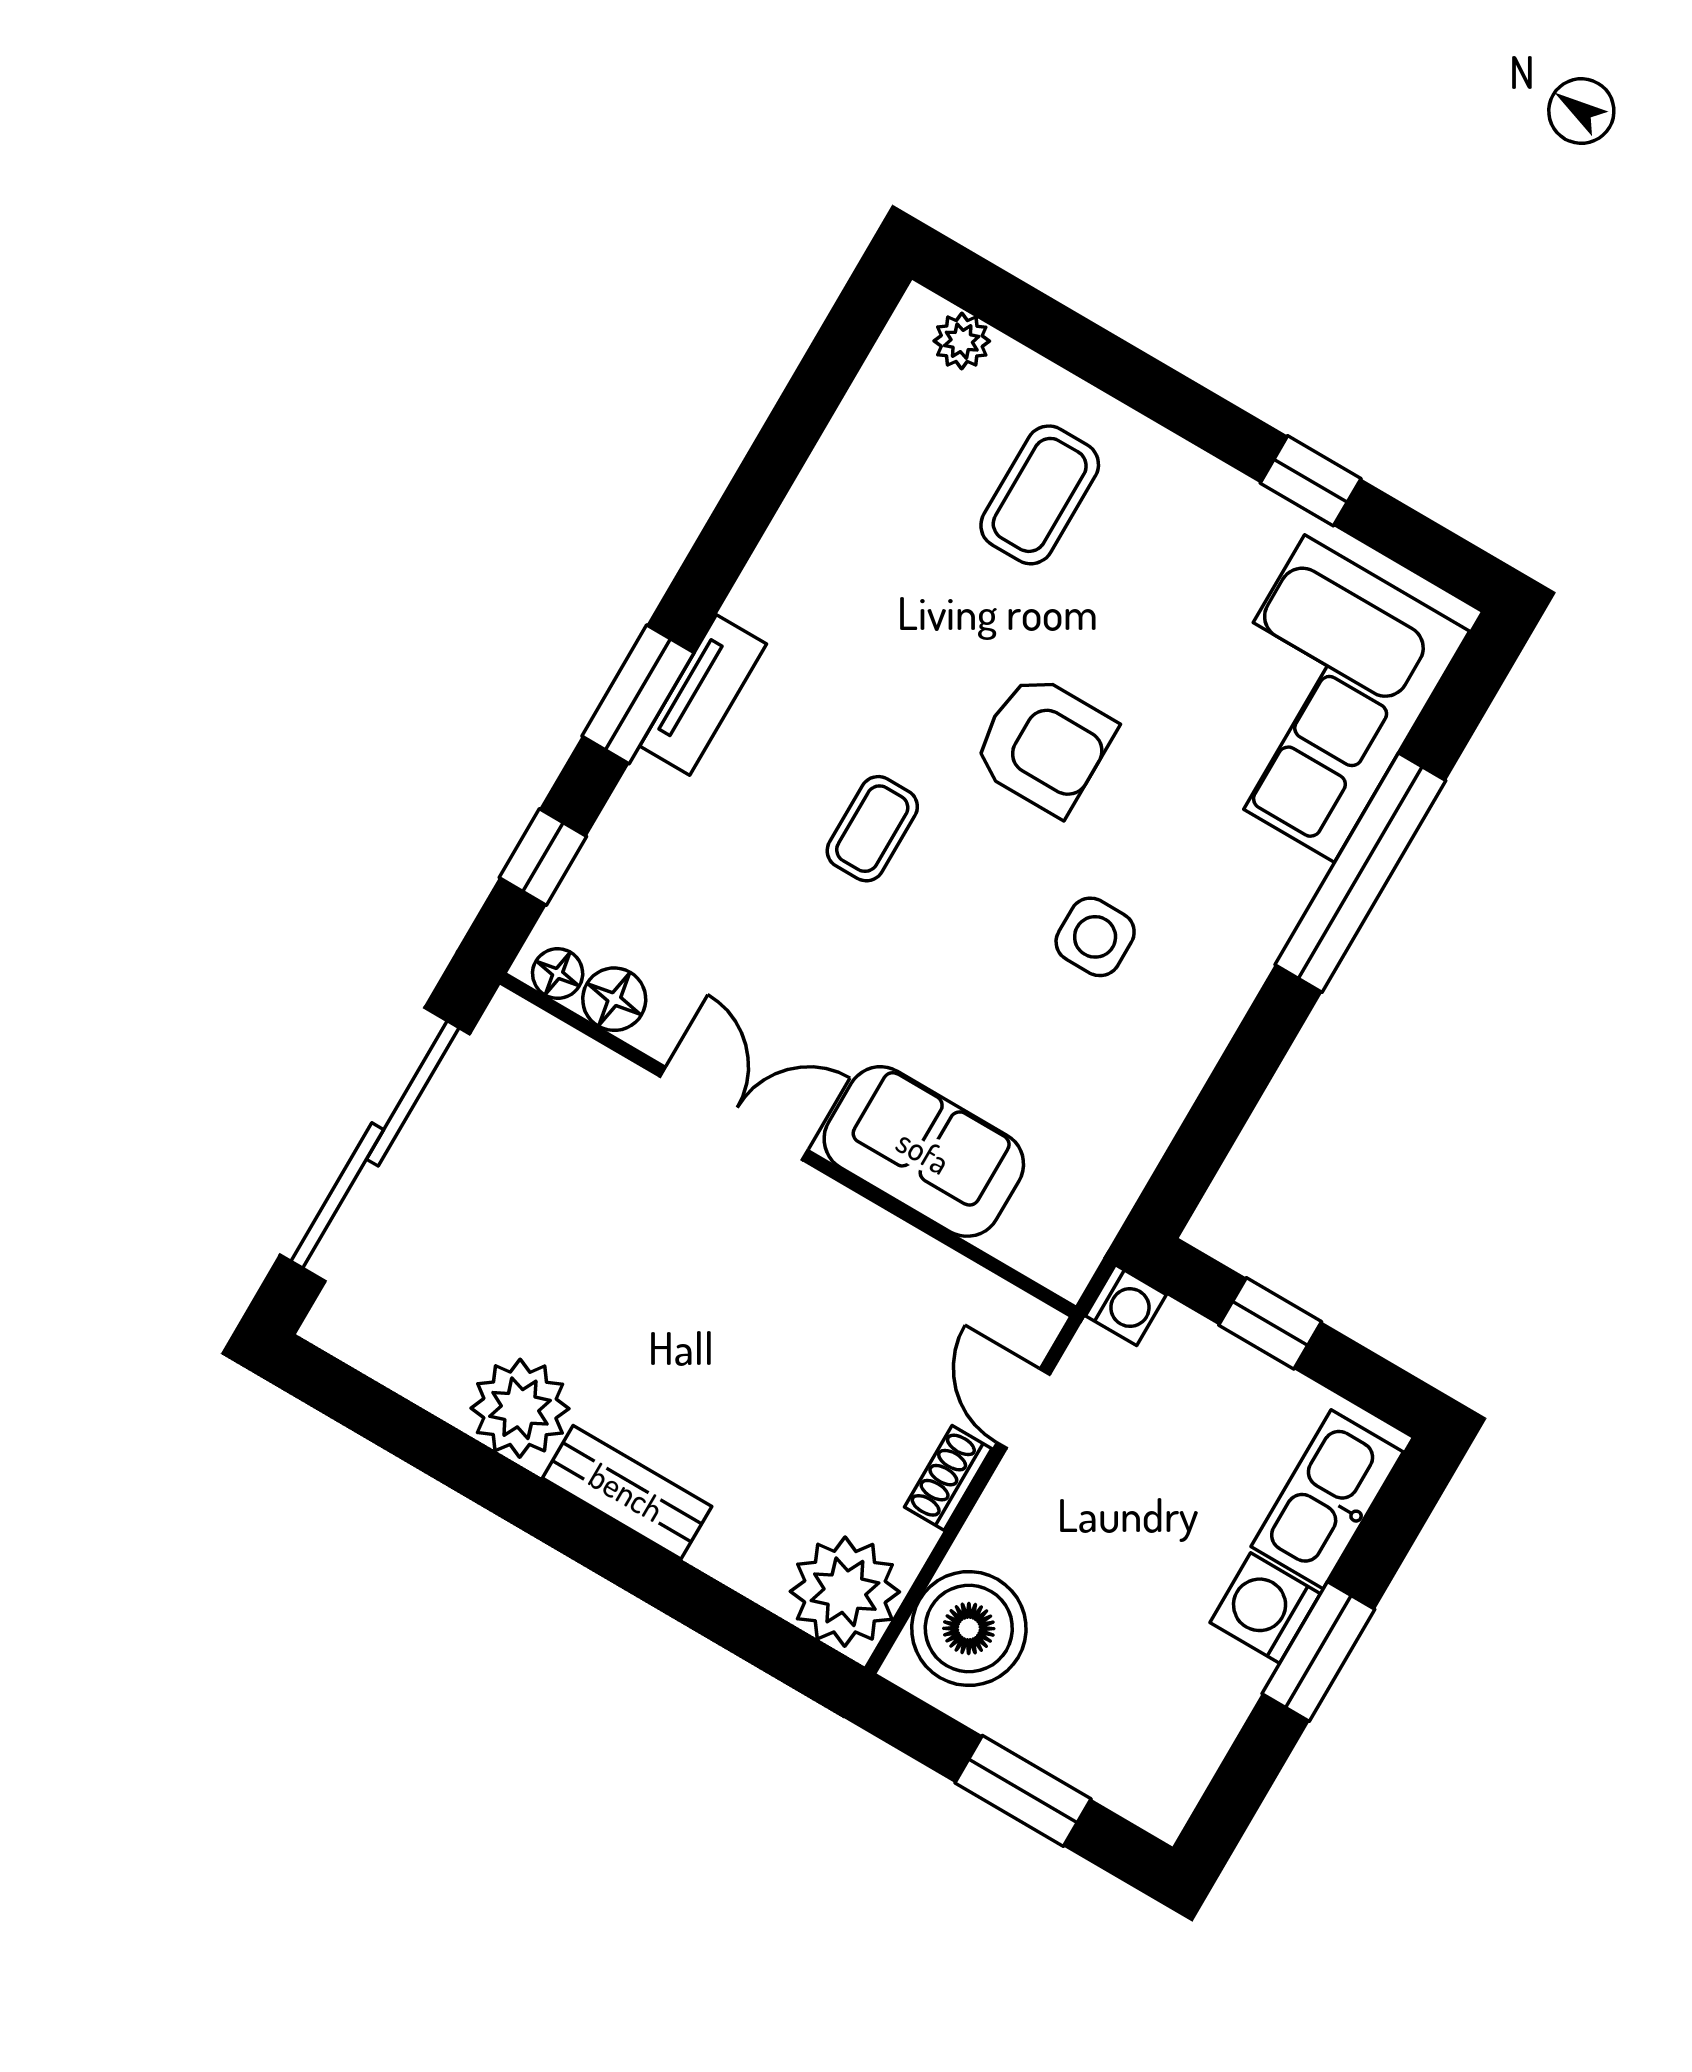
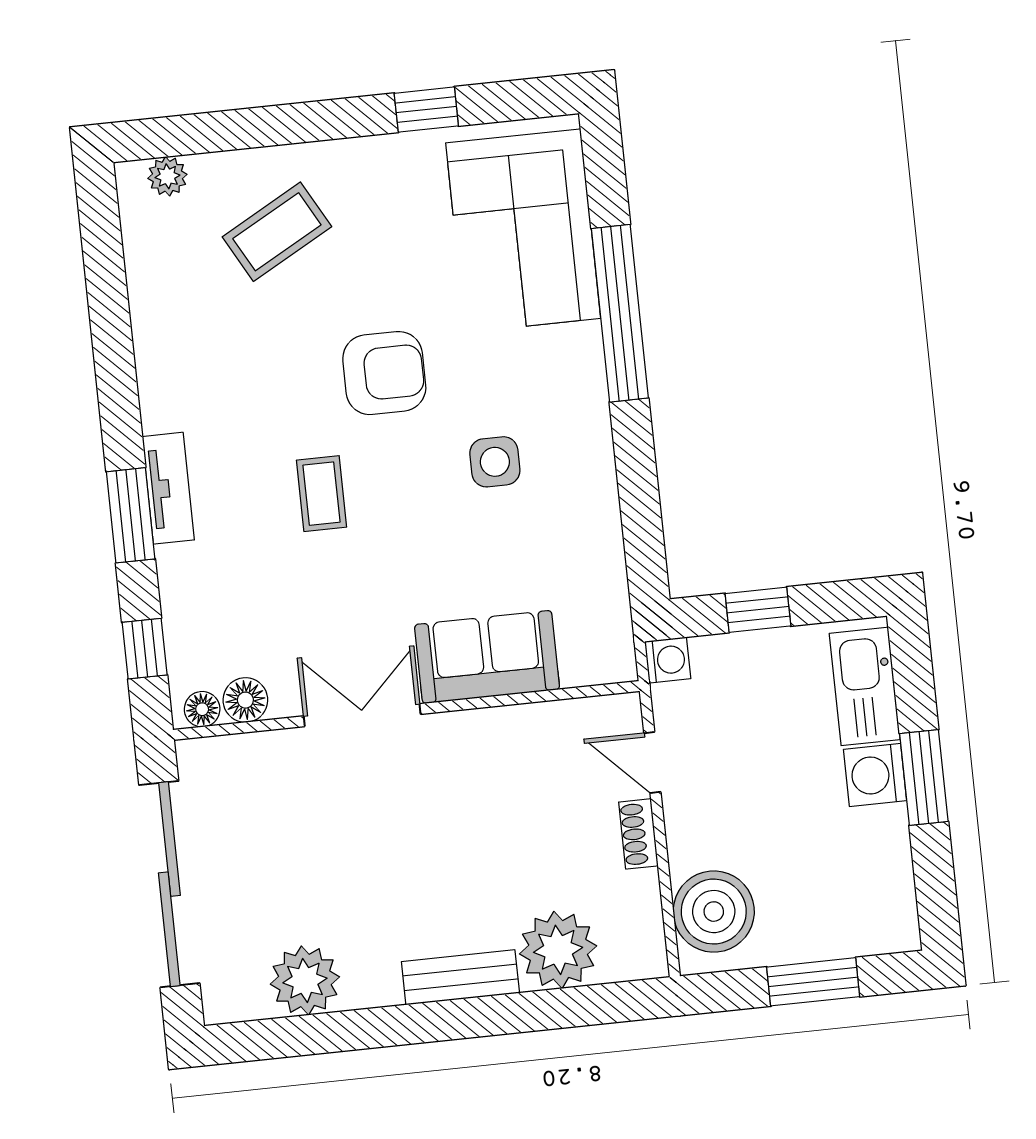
coffee table: (1040, 495) -> (277, 232), turned 61
plant: (520, 1408) -> (305, 981), moved
plant: (845, 1592) -> (558, 950), moved

